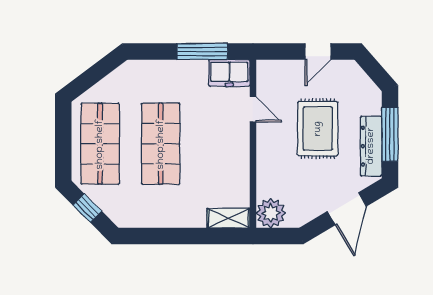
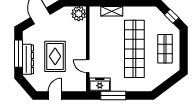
shop shelf: (100, 144) -> (165, 49), width x0.70, depth x0.74
shop shelf: (161, 144) -> (134, 49), width x1.40
dresser: (371, 146) -> (28, 59), moved
shelving: (229, 218) -> (112, 11), moved

